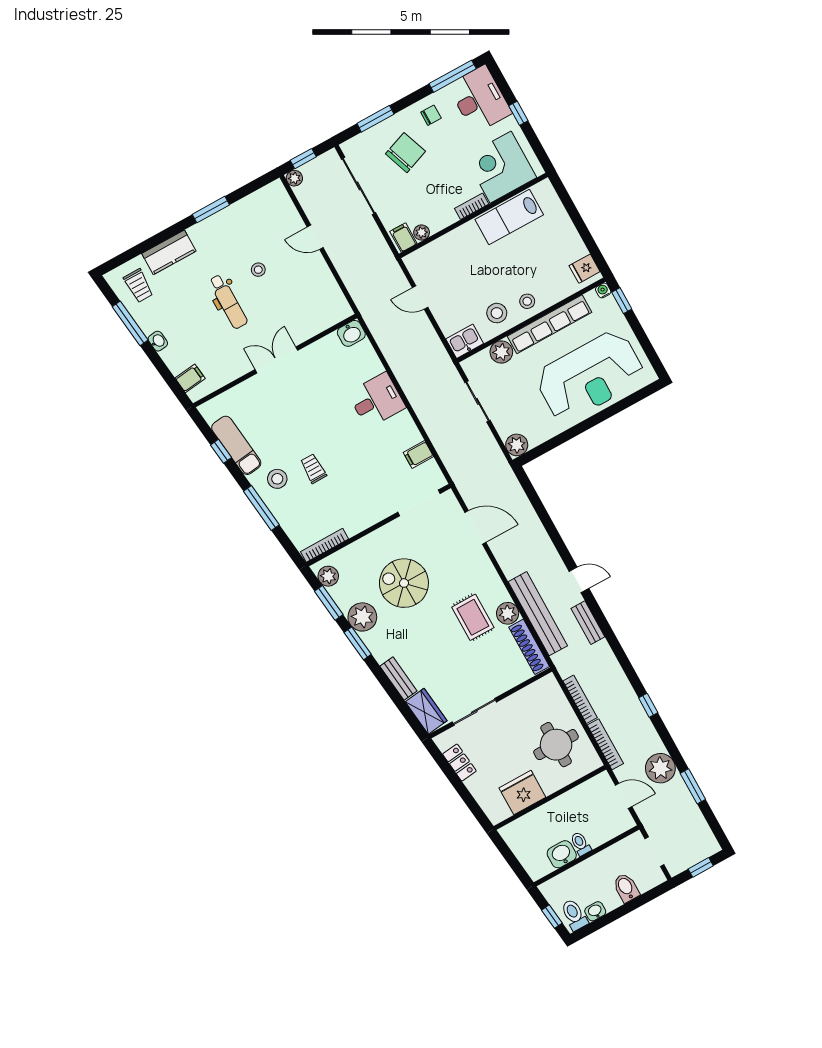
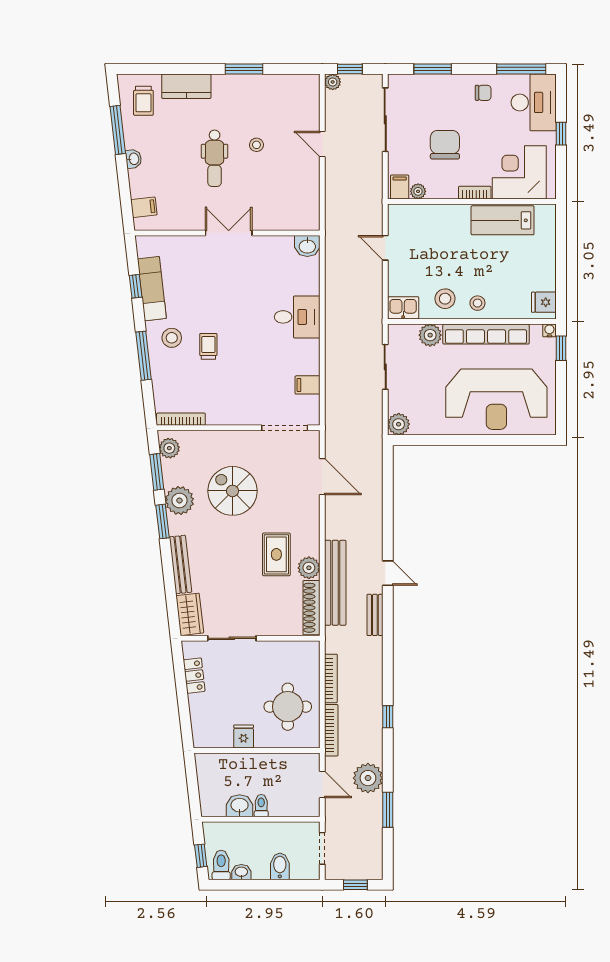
chair: (405, 153) -> (445, 145), moved, turned -70
bench: (398, 679) -> (180, 565), width x1.36
fridge: (522, 793) -> (244, 736), width x0.53, depth x0.75

